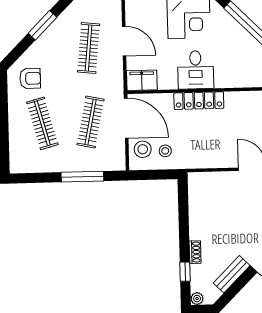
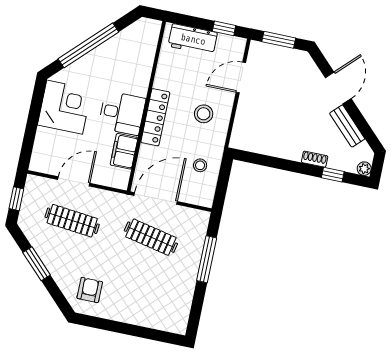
filing cabinet: (142, 80) -> (124, 151), moved
clothes rail: (42, 123) -> (140, 288), removed
stool: (143, 149) -> (204, 114), moved

